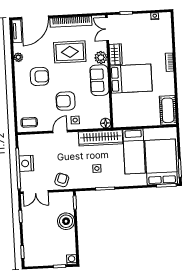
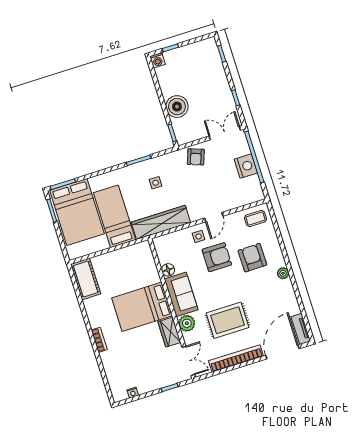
plant: (18, 57) -> (283, 273), moved
armchair: (39, 76) -> (252, 258), moved, turned 89
floor lamp: (106, 123) -> (168, 270), moved

